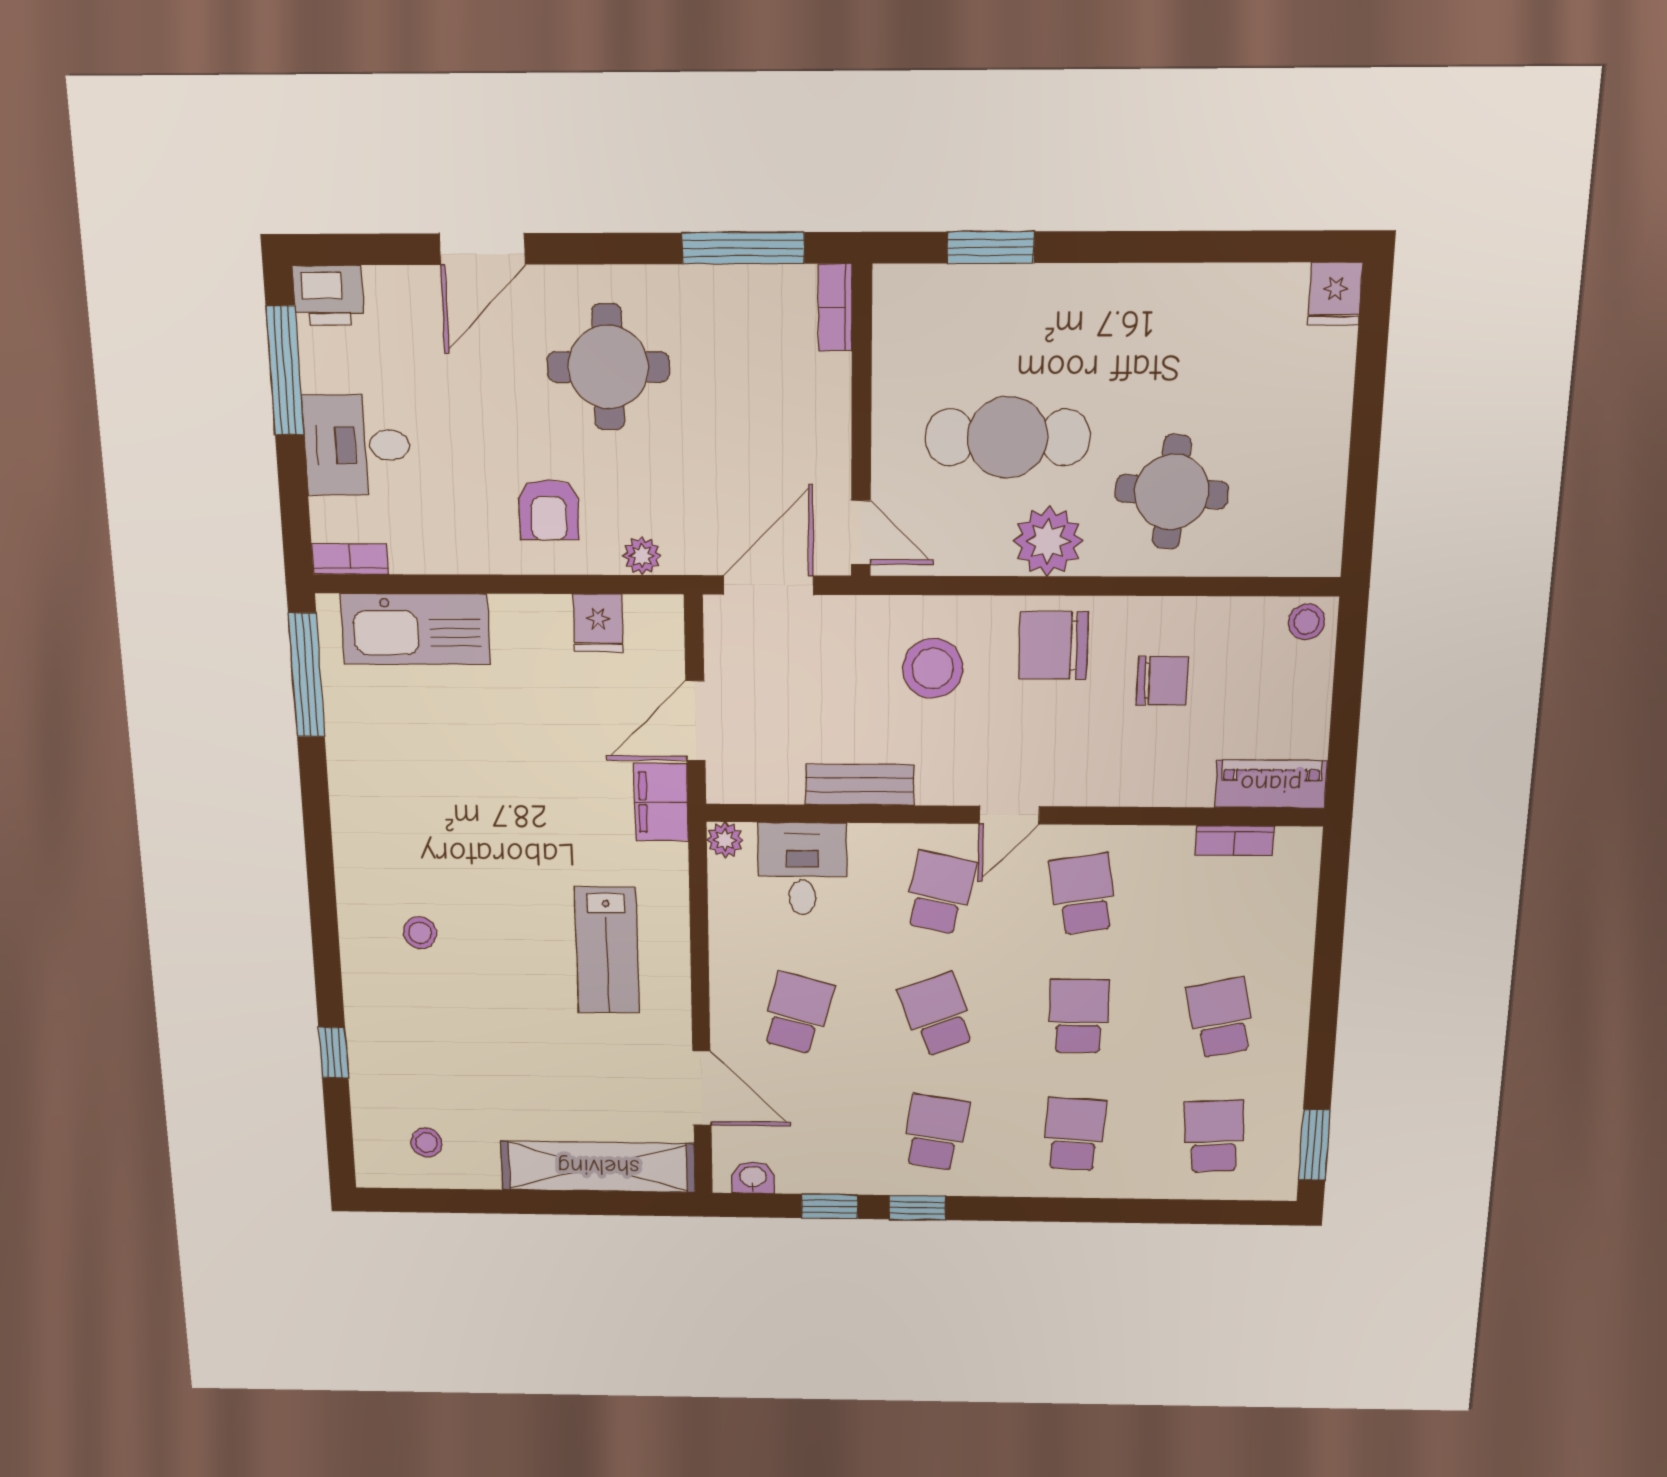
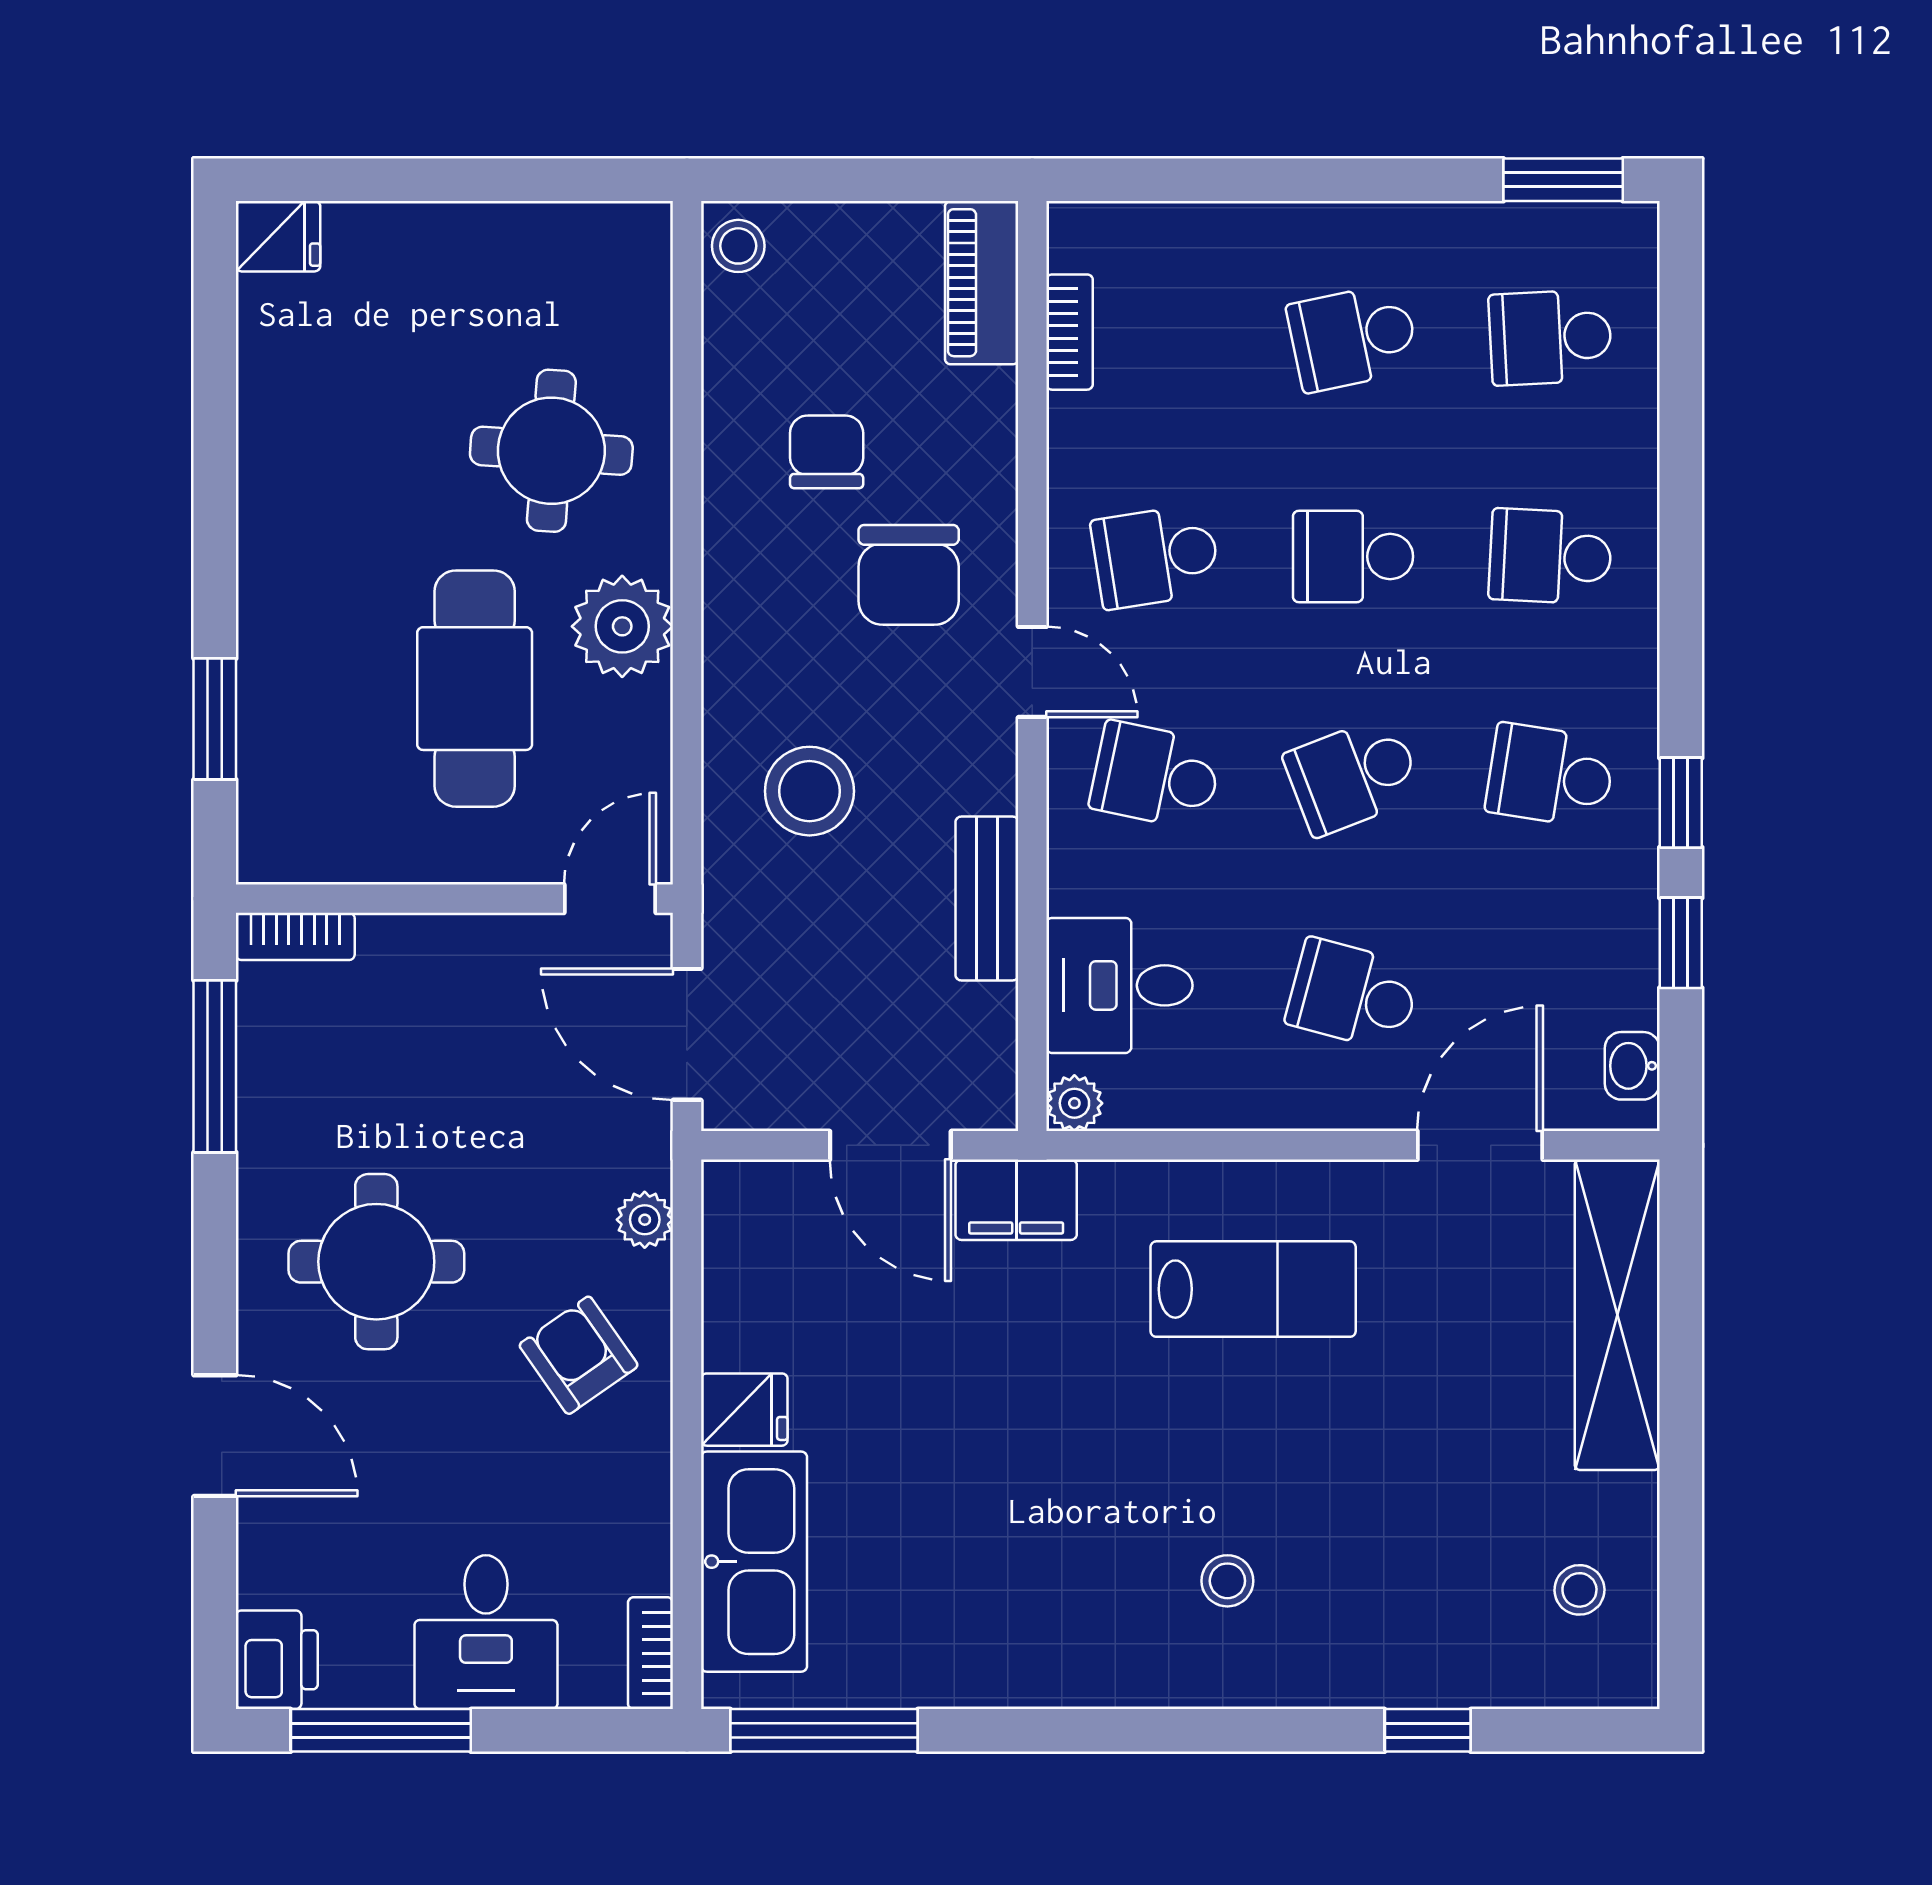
armchair: (549, 510) -> (579, 1355), turned -125
fridge: (598, 623) -> (744, 1410), moved
chair: (1053, 645) -> (909, 575), moved

